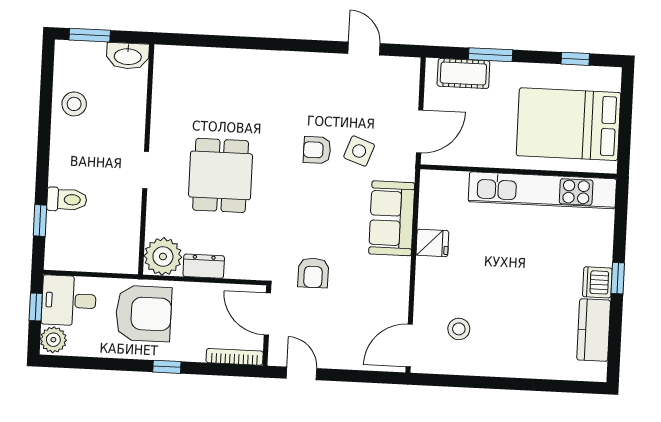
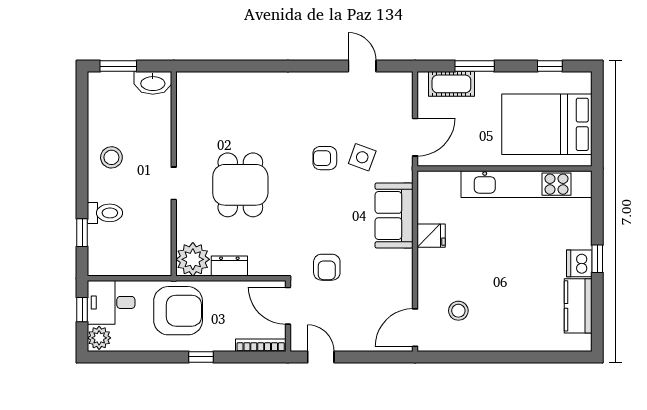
stool: (74, 104) -> (111, 157), moved

